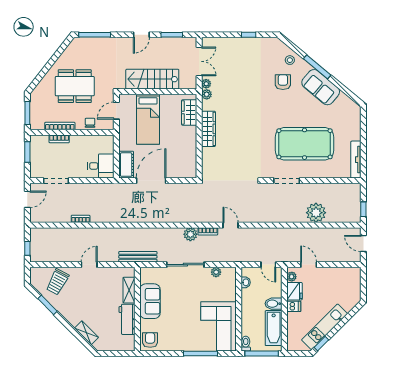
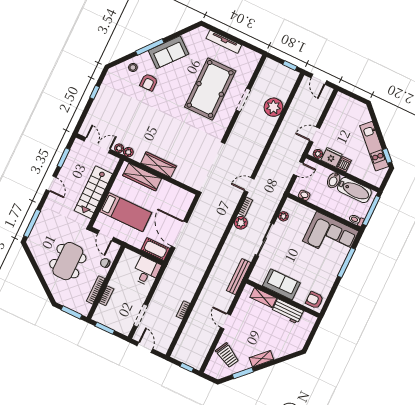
armchair: (283, 82) -> (149, 82), turned -90
wardrobe: (189, 112) -> (142, 177), width x1.50
tv unit: (356, 160) -> (224, 42), moved
doorway: (287, 181) -> (243, 100), moved
door: (363, 243) -> (319, 79), hinge flipped
shelving: (86, 333) -> (261, 359), moved

